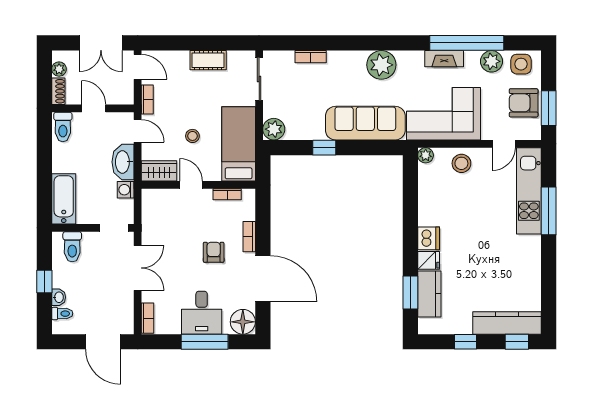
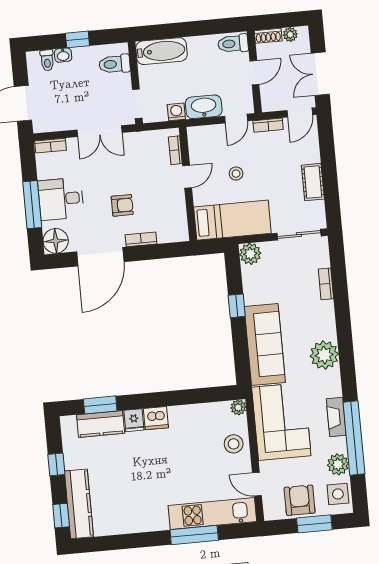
window: (549, 108) -> (314, 524), moved
wardrobe: (159, 171) -> (198, 143), removed
bookcase: (227, 194) -> (175, 150), moved

